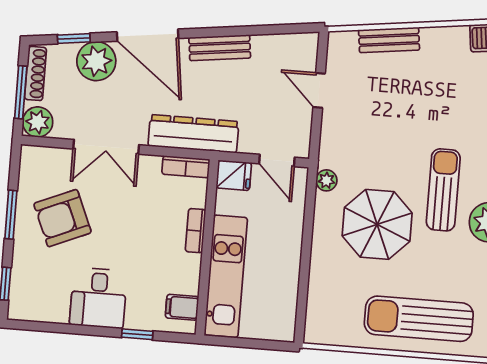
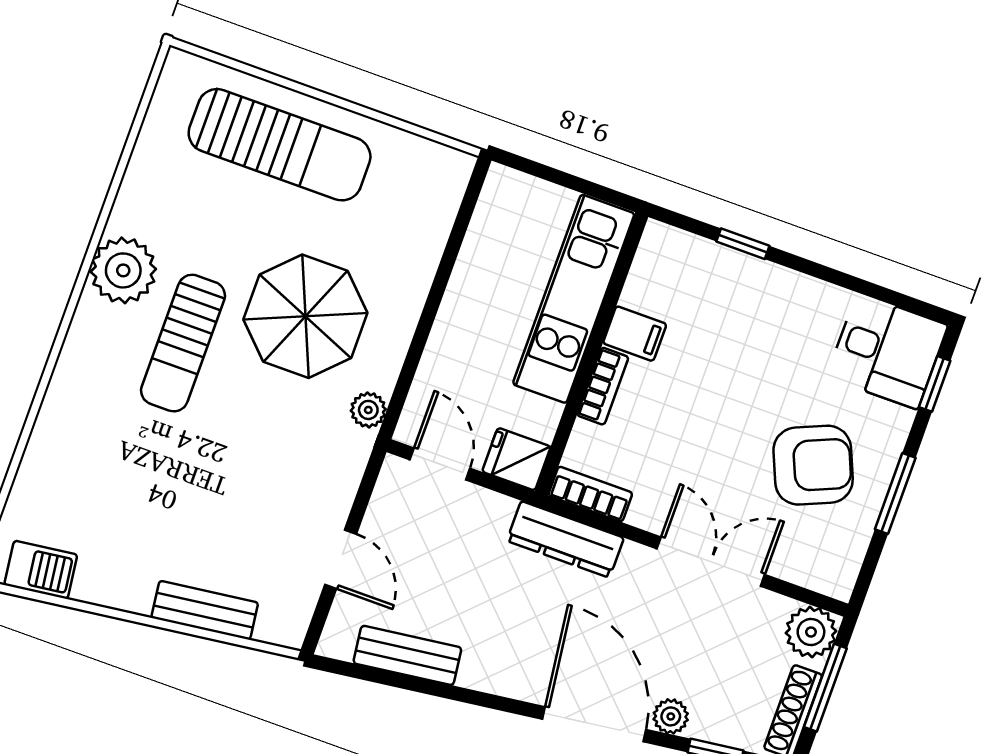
bench: (220, 48) -> (407, 655), moved
plant: (96, 61) -> (671, 716), width x0.53, depth x0.53
dresser: (193, 134) -> (565, 539), width x0.73, depth x0.80
desk: (98, 298) -> (887, 351), moved, turned 90
filing cabinet: (182, 307) -> (635, 334), moved

